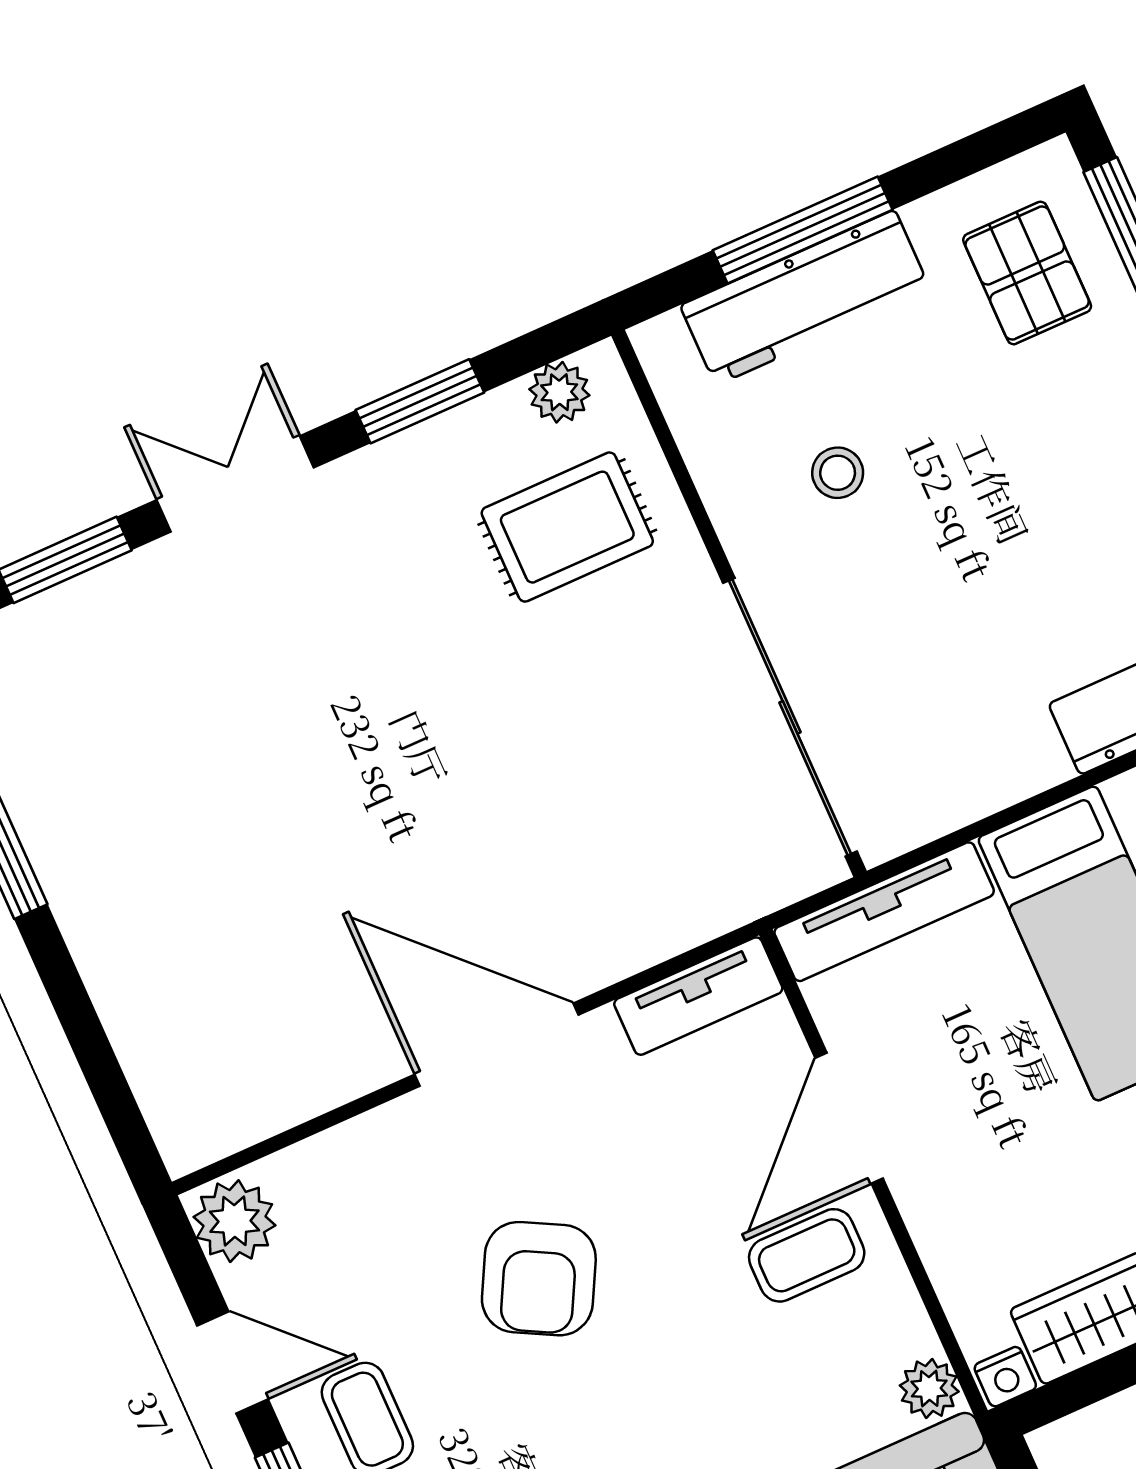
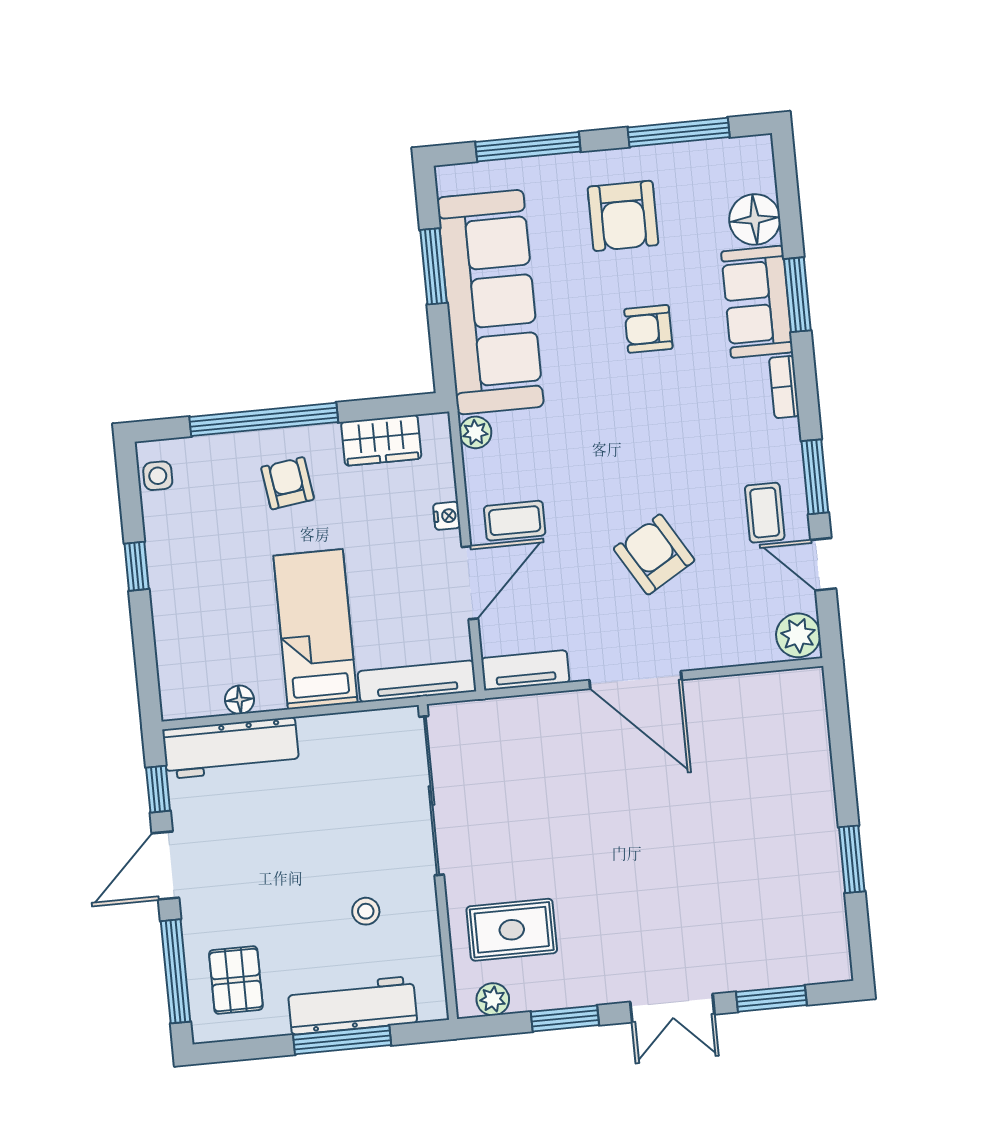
armchair: (539, 1279) -> (654, 554), turned -59
nightstand: (1005, 1377) -> (447, 516), moved, turned 90

